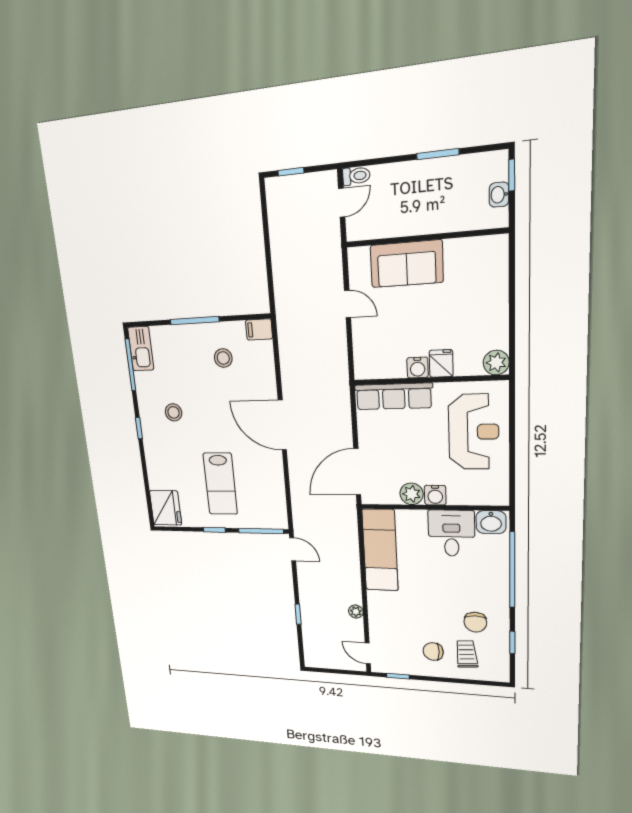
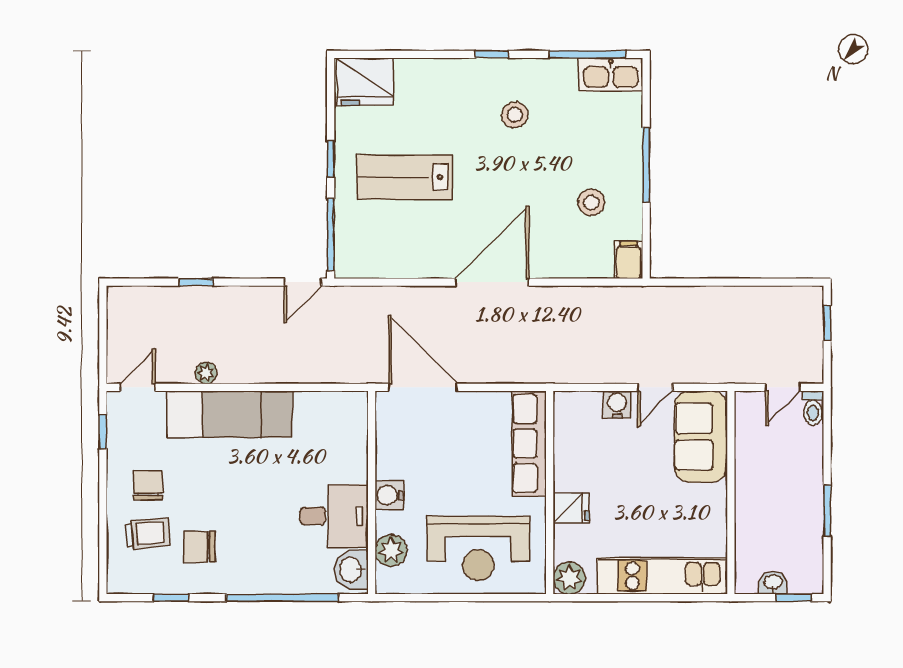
door: (342, 203) -> (783, 387), hinge flipped
sofa: (407, 264) -> (701, 437), moved
kitchen unit: (494, 289) -> (662, 576), added
water cooler: (418, 368) -> (617, 404), moved, turned 90
plant: (412, 494) -> (391, 550), moved
exam couch: (380, 550) -> (230, 414), moved

